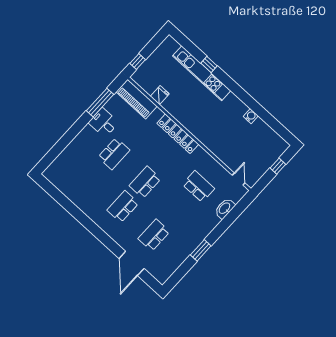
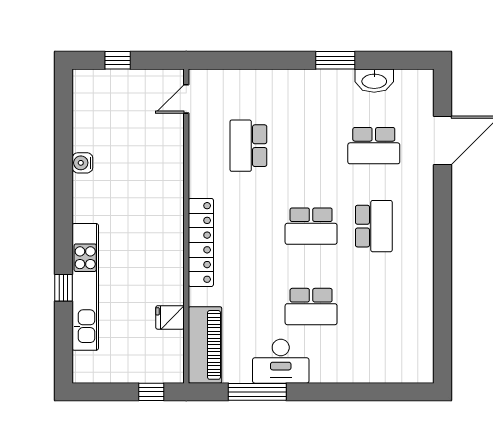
desk: (104, 123) -> (281, 361), width x1.37
school desk: (114, 154) -> (311, 307), turned 180
school desk: (123, 207) -> (374, 226), turned -90
washbasin: (225, 208) -> (374, 81), moved

